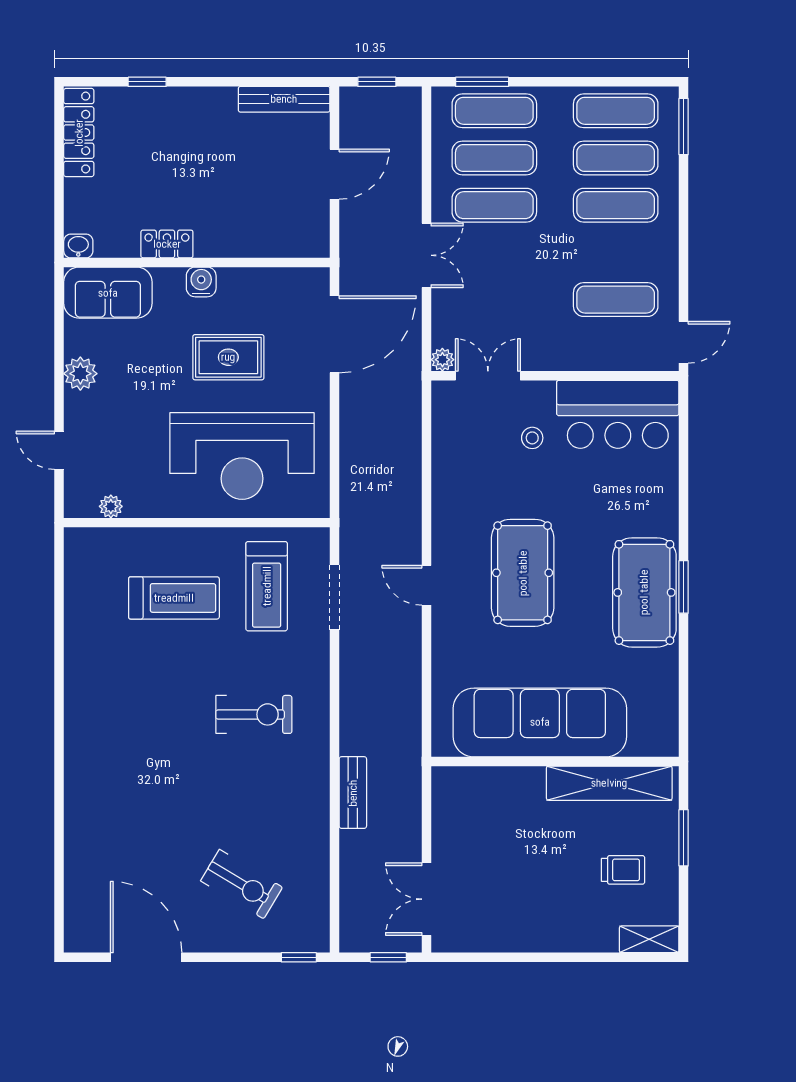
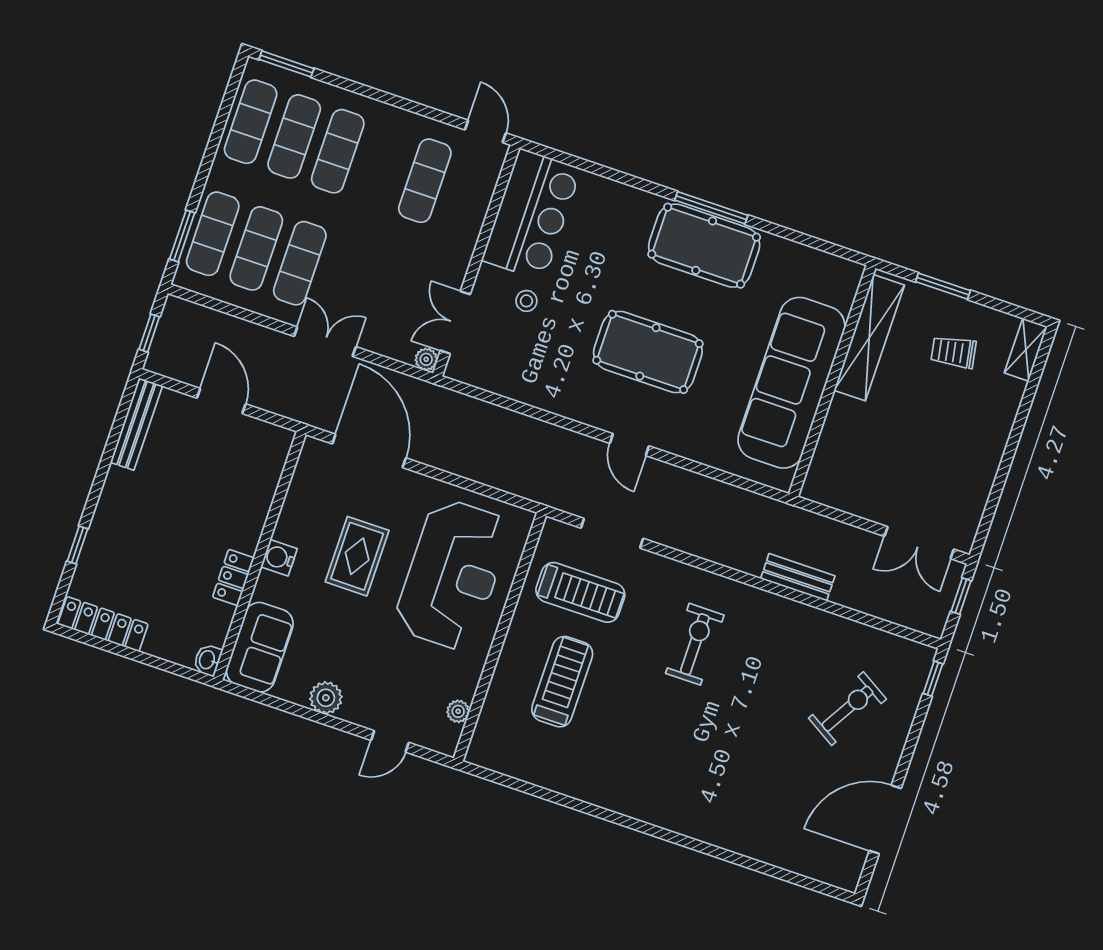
door: (426, 585) -> (629, 445), hinge flipped
window: (684, 587) -> (711, 208), width x1.44
trolley: (623, 870) -> (954, 352), turned -100

